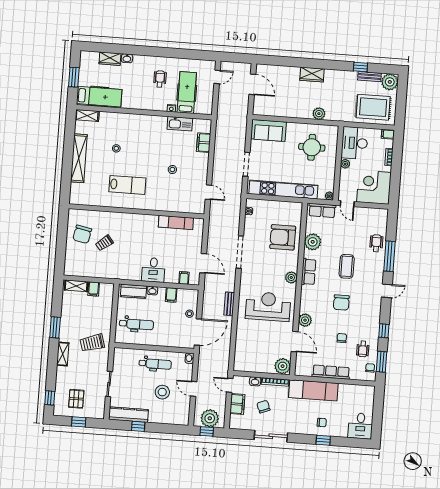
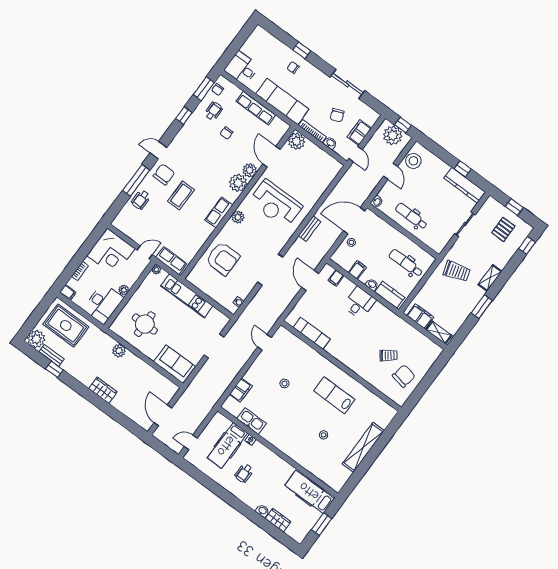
shelving: (87, 115) -> (331, 482), removed
kitchen unit: (283, 190) -> (187, 296), width x0.73
door: (347, 204) -> (145, 252), hinge flipped
plant: (313, 242) -> (238, 183), moved
filing cabinet: (94, 289) -> (420, 316), width x2.00
chair: (341, 303) -> (164, 174), moved
stool: (162, 392) -> (413, 161), moved
desk: (360, 426) -> (242, 68), moved, turned -90

